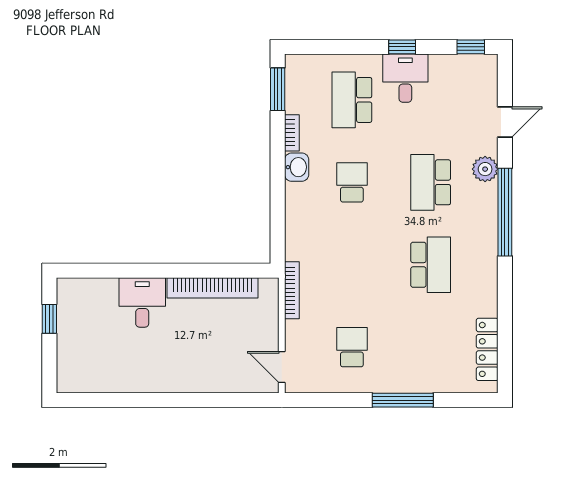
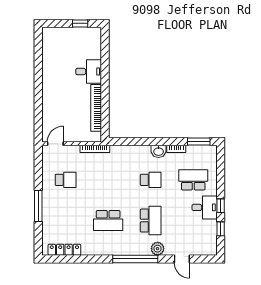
window: (471, 47) -> (221, 229), moved
school desk: (431, 182) -> (151, 221), turned 90

